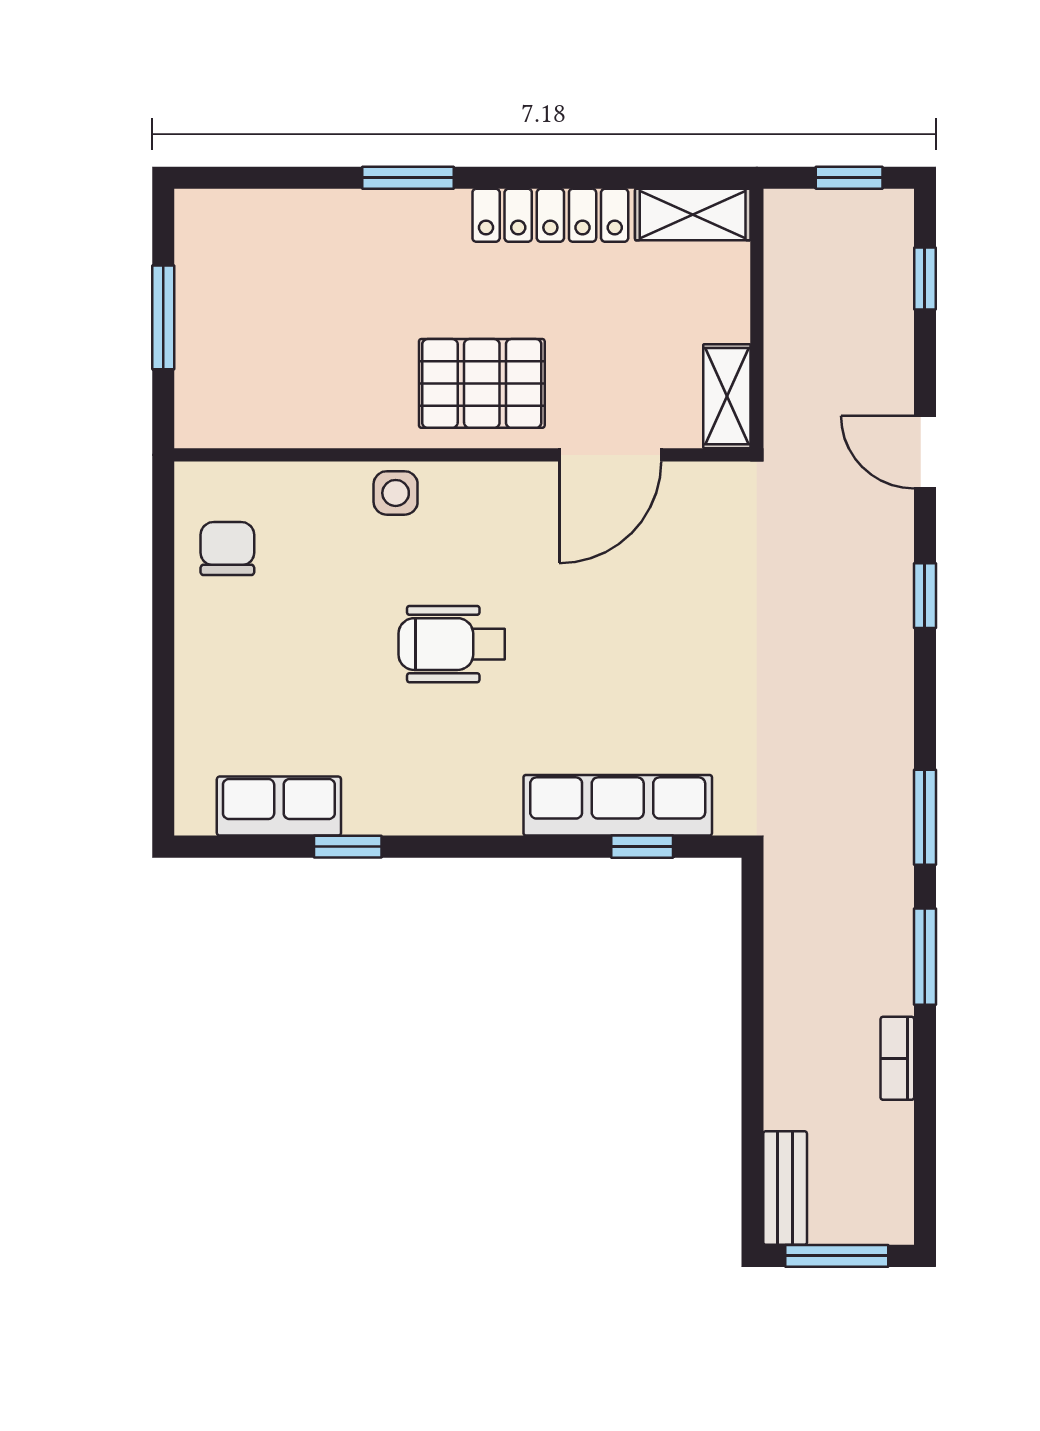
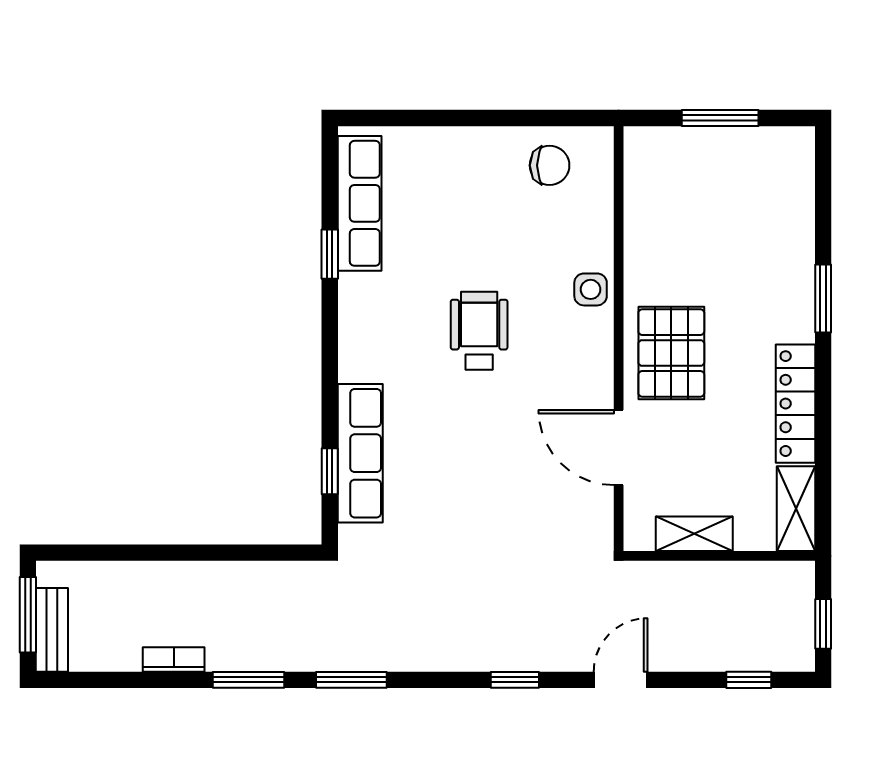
shelving: (727, 396) -> (694, 534), moved
row of seats: (279, 806) -> (360, 203), width x1.48
bench: (785, 1188) -> (52, 630), moved, turned 90

